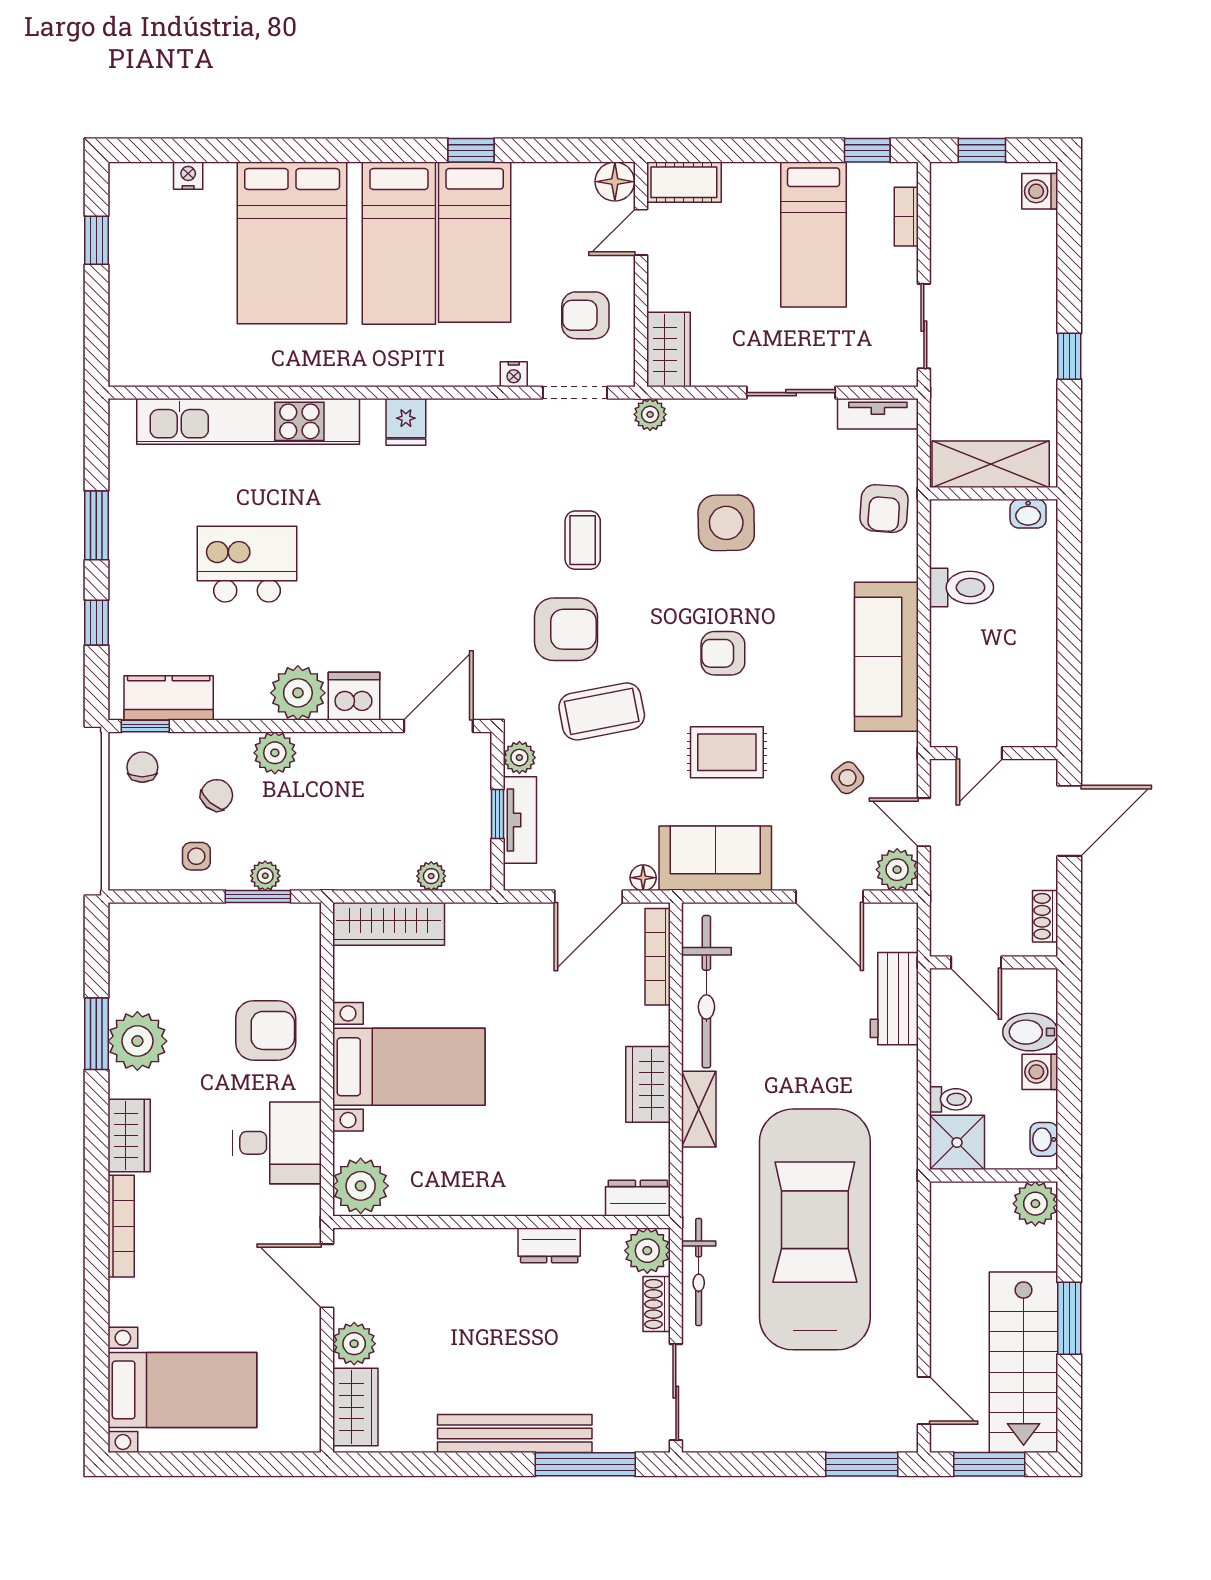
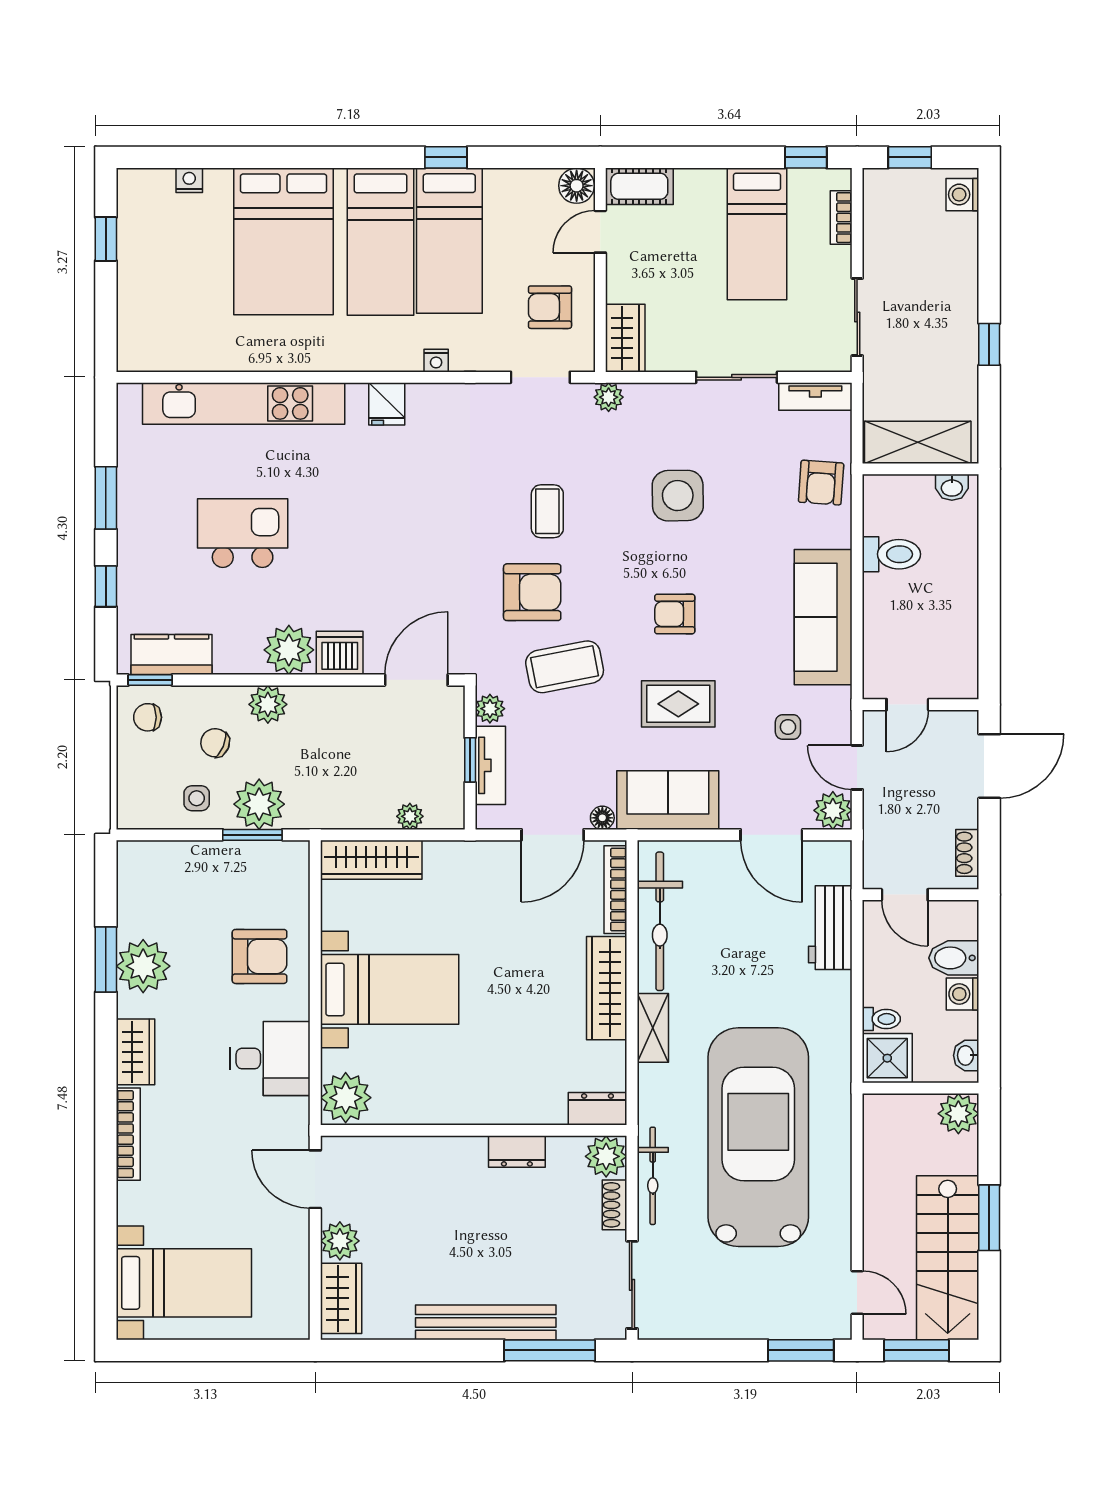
nightstand: (514, 374) -> (436, 361), moved
chair: (142, 767) -> (148, 717), turned -90
side table: (848, 778) -> (788, 727), turned 38
chair: (217, 795) -> (215, 743), turned -108
plant: (265, 876) -> (259, 804), width x1.88, depth x1.88
wardrobe: (648, 1084) -> (607, 988), width x1.50

